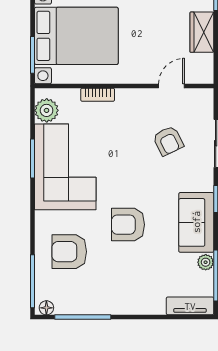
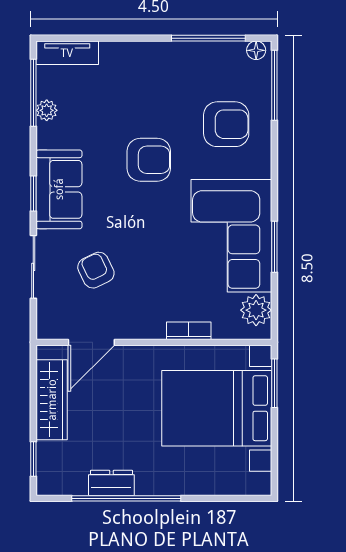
wardrobe: (202, 32) -> (52, 400), width x1.50
door: (172, 86) -> (91, 342), width x1.38
sofa: (196, 222) -> (59, 189), moved

